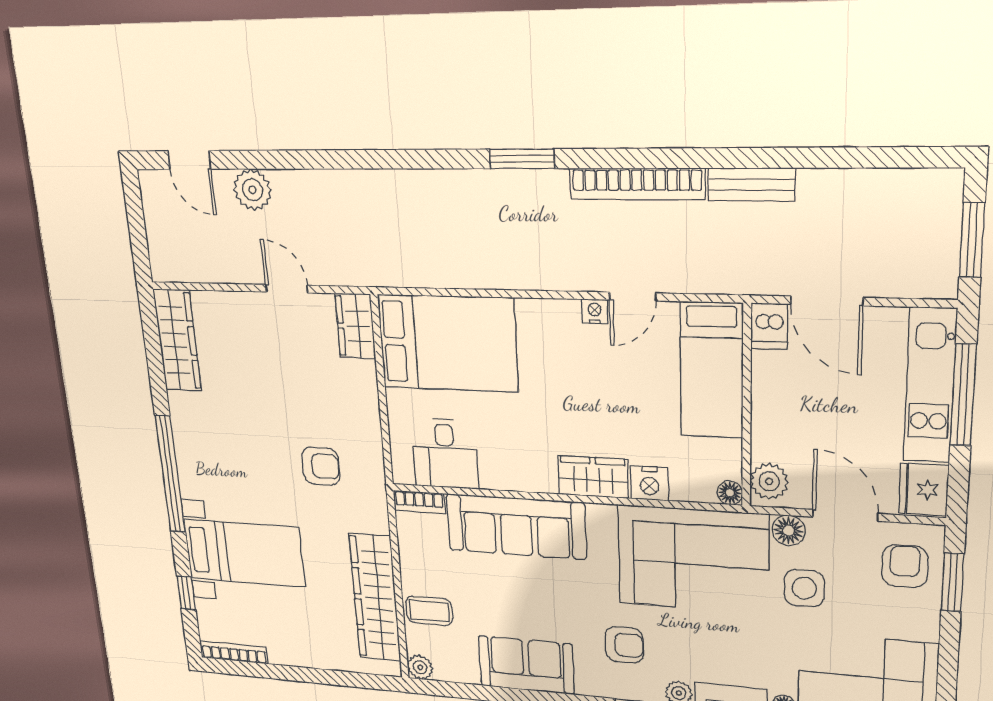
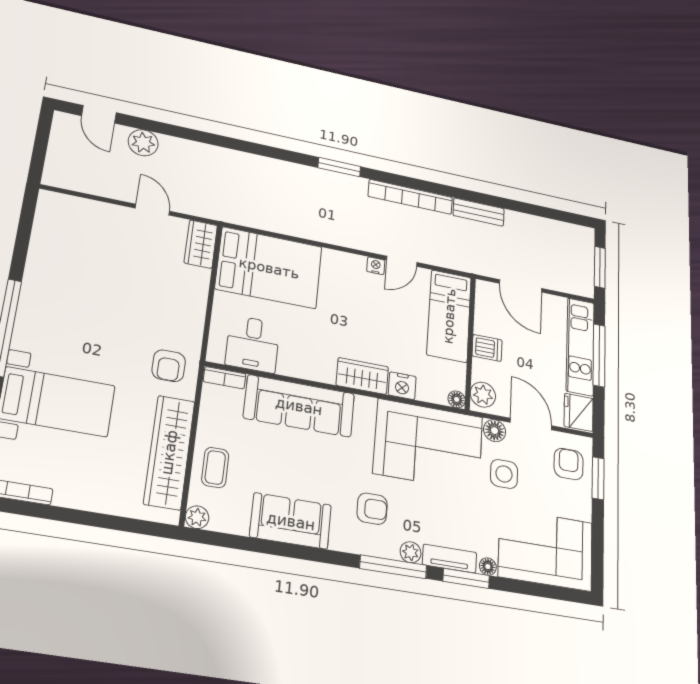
dishwasher: (769, 326) -> (487, 348), moved, turned -90
wardrobe: (177, 340) -> (48, 228), removed
armchair: (321, 466) -> (169, 366), moved, turned 90
coffee table: (429, 611) -> (215, 468), turned 90

